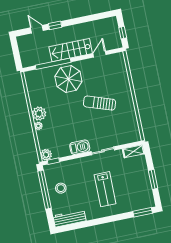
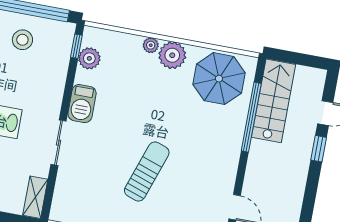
stairs: (71, 50) -> (274, 101), moved
parasol: (68, 79) -> (219, 79), moved
plant: (46, 155) -> (89, 58), moved

